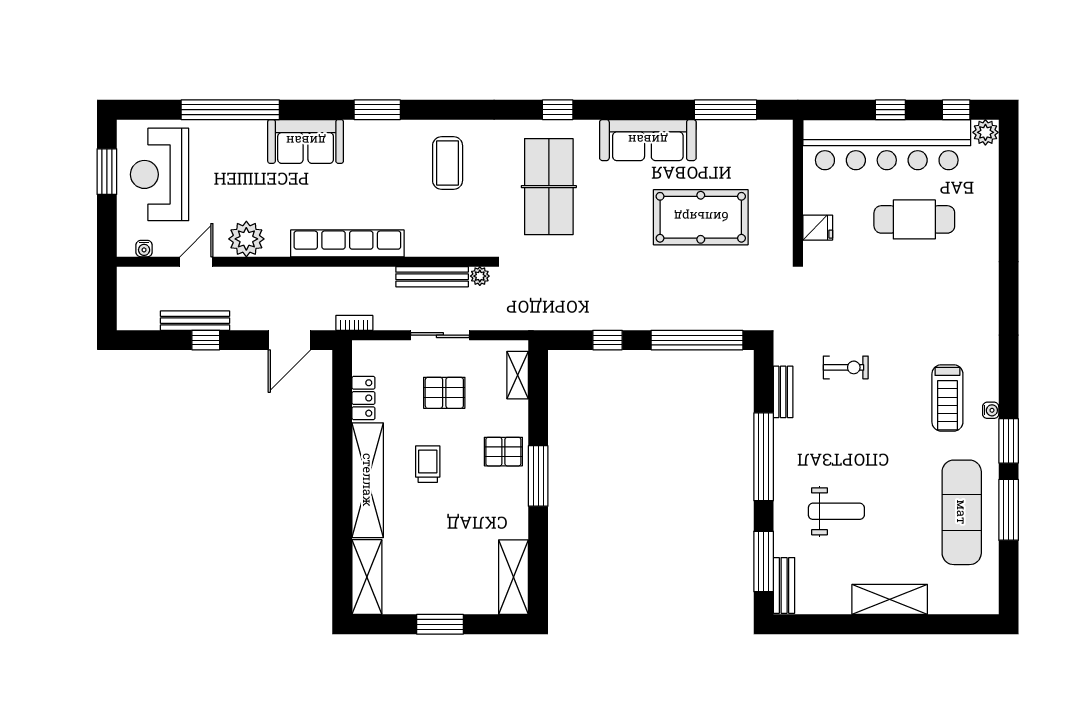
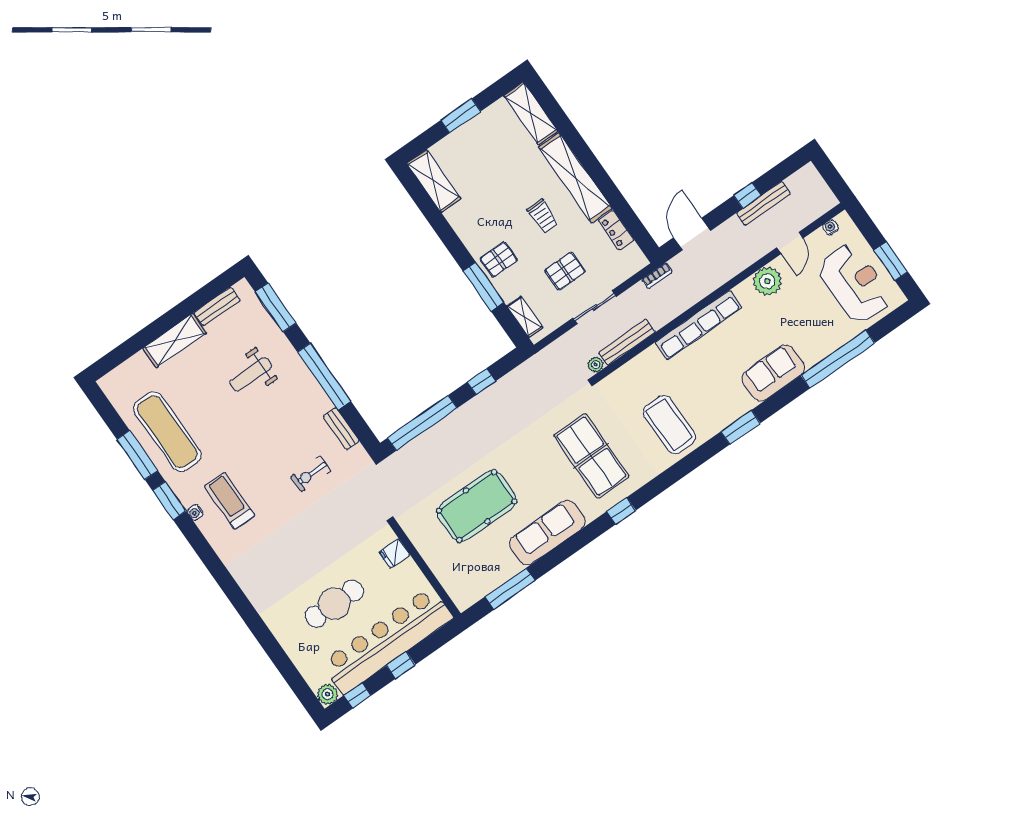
coffee table: (448, 163) -> (669, 425), width x1.36, depth x1.32
window: (538, 476) -> (483, 287), moved
bench: (784, 585) -> (217, 306), moved, turned 90

